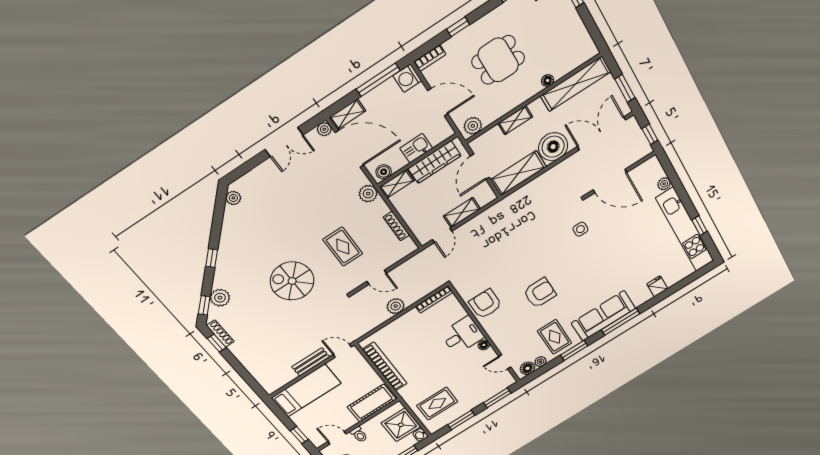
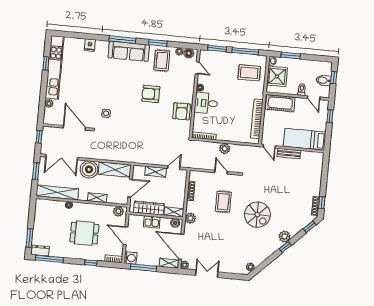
spiral stairs: (292, 281) -> (257, 215), moved
plant: (220, 298) -> (285, 237), moved
window: (461, 420) -> (245, 51), width x1.44

